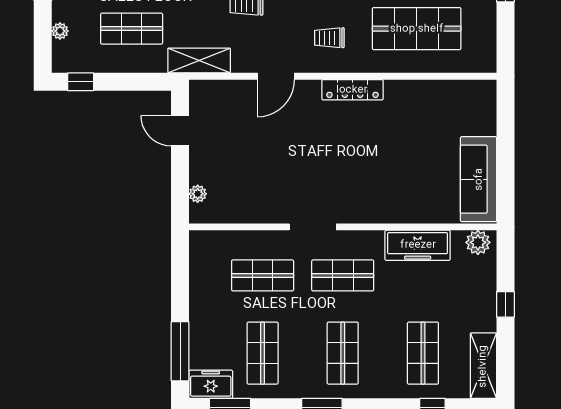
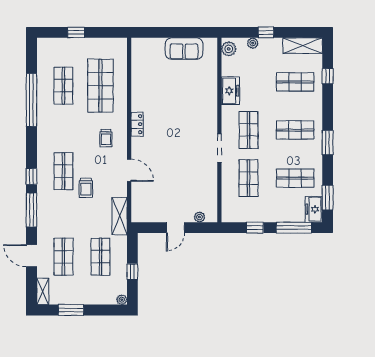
plant: (60, 31) -> (122, 300), moved
window: (81, 82) -> (132, 272), moved
locker: (352, 90) -> (137, 124), width x0.66
door: (180, 131) -> (175, 228), moved
sofa: (479, 179) -> (184, 49), width x0.73
freezer: (418, 245) -> (230, 91), width x0.71
plant: (488, 282) -> (253, 43), added
window: (180, 286) -> (255, 228), added

